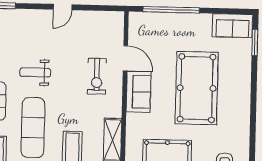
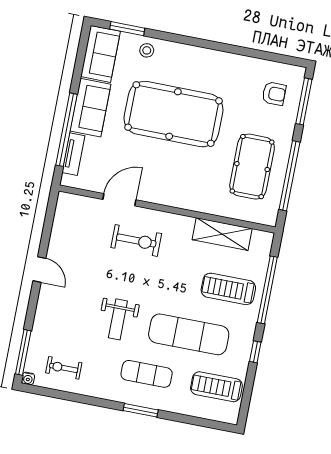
tv unit: (154, 18) -> (73, 154), added
stool: (241, 60) -> (147, 50), added
sofa: (139, 92) -> (90, 108), moved, turned 90

